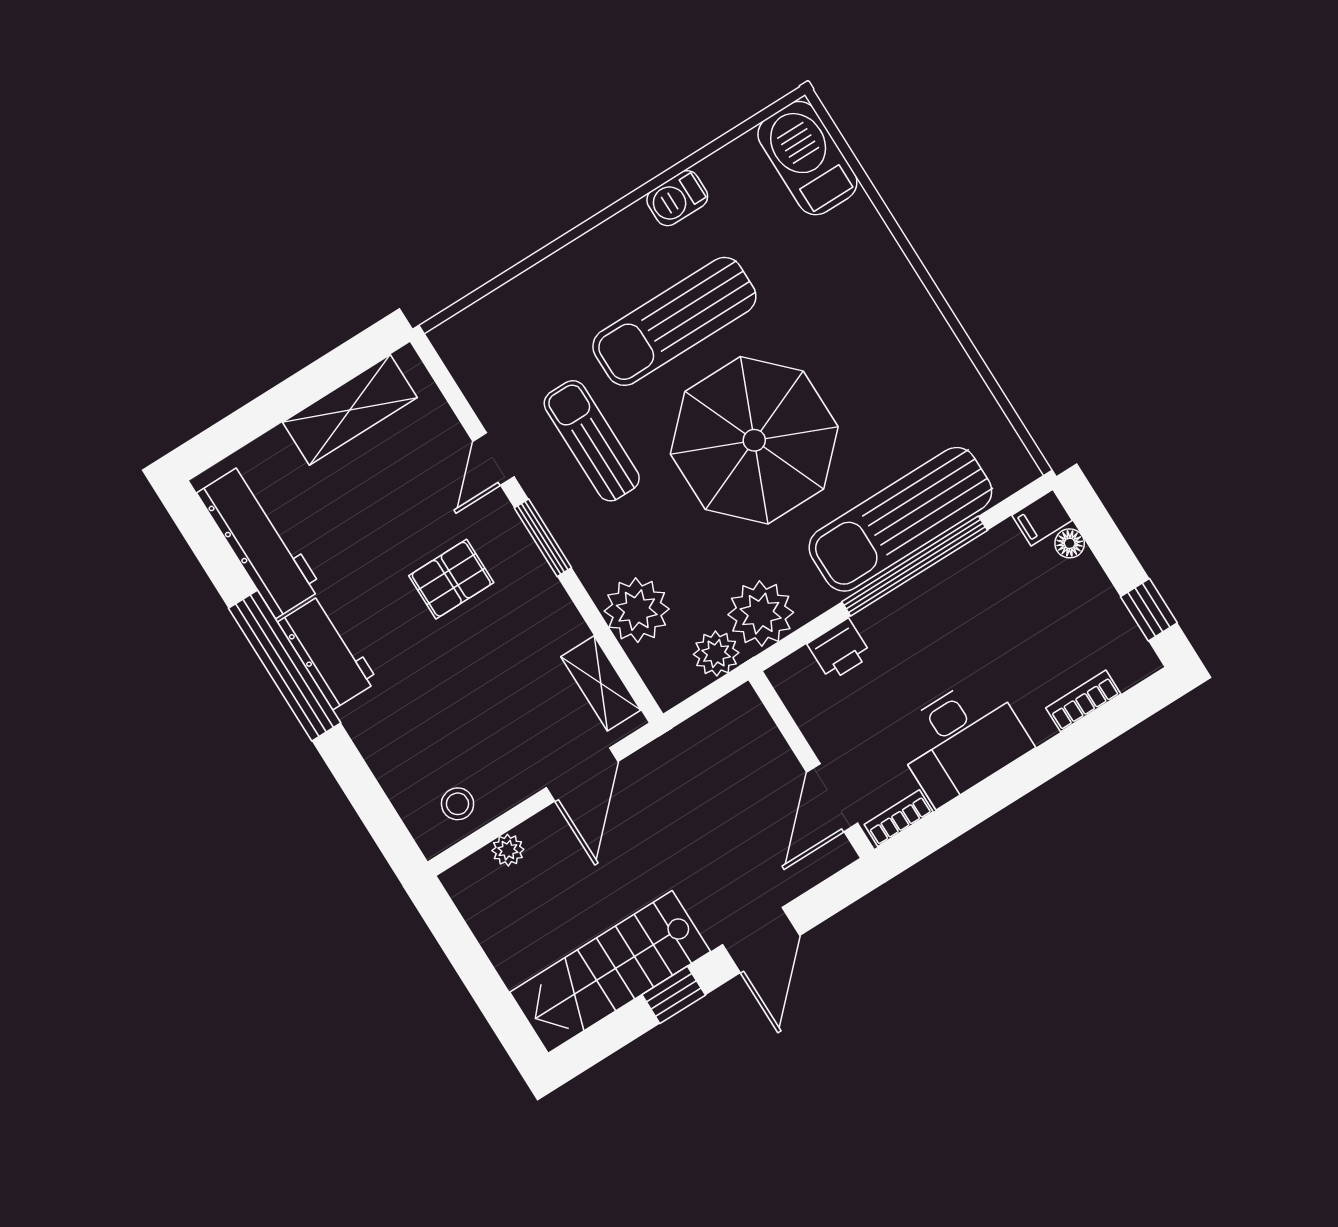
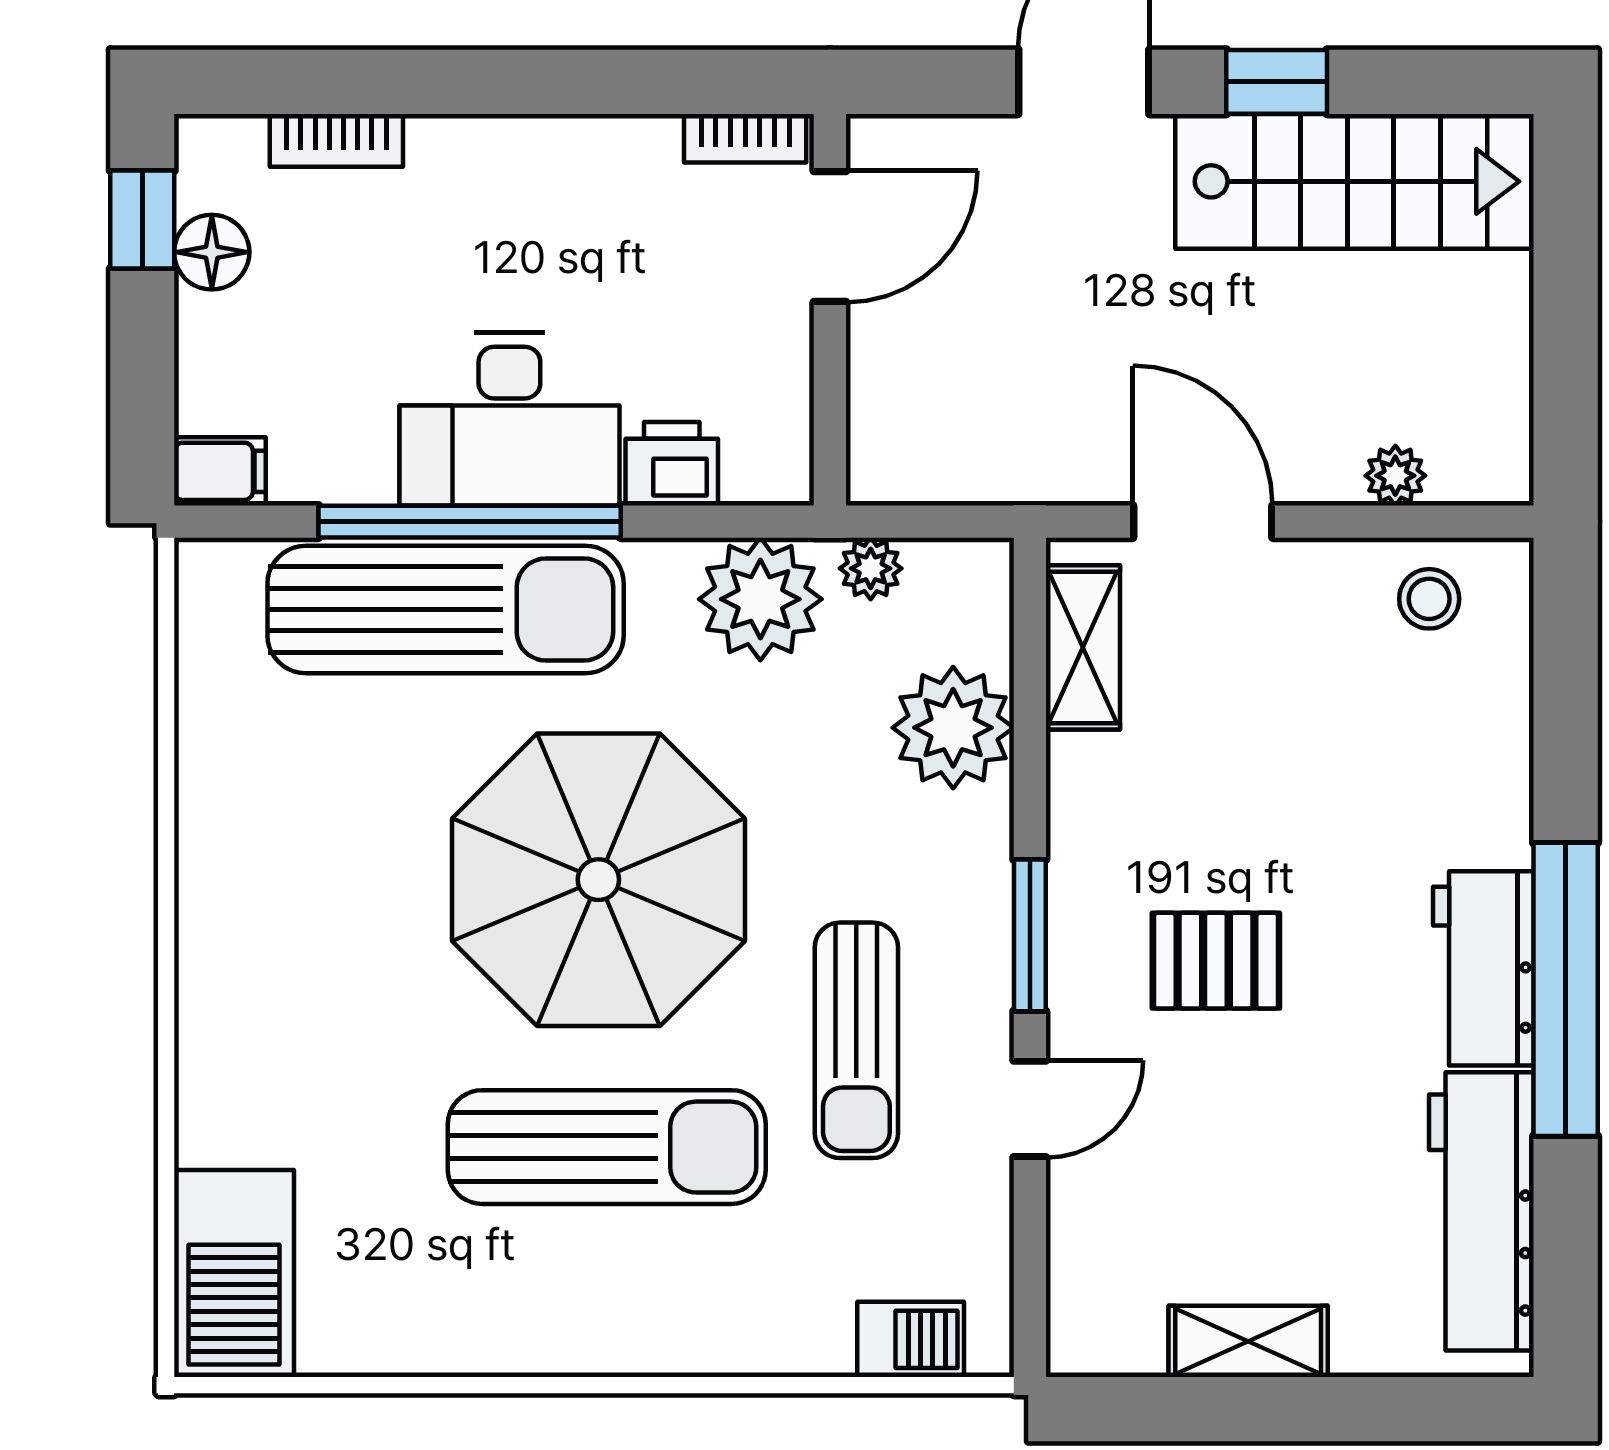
barbecue: (677, 198) -> (911, 1339), moved
shelving: (350, 410) -> (1248, 1341), width x0.67, depth x0.75
floor lamp: (1070, 543) -> (212, 252), moved, width x1.37, depth x1.37
plant: (716, 654) -> (871, 568), width x0.73, depth x0.73
desk: (961, 740) -> (509, 419), moved, turned 180
door: (582, 774) -> (1203, 522), hinge flipped

